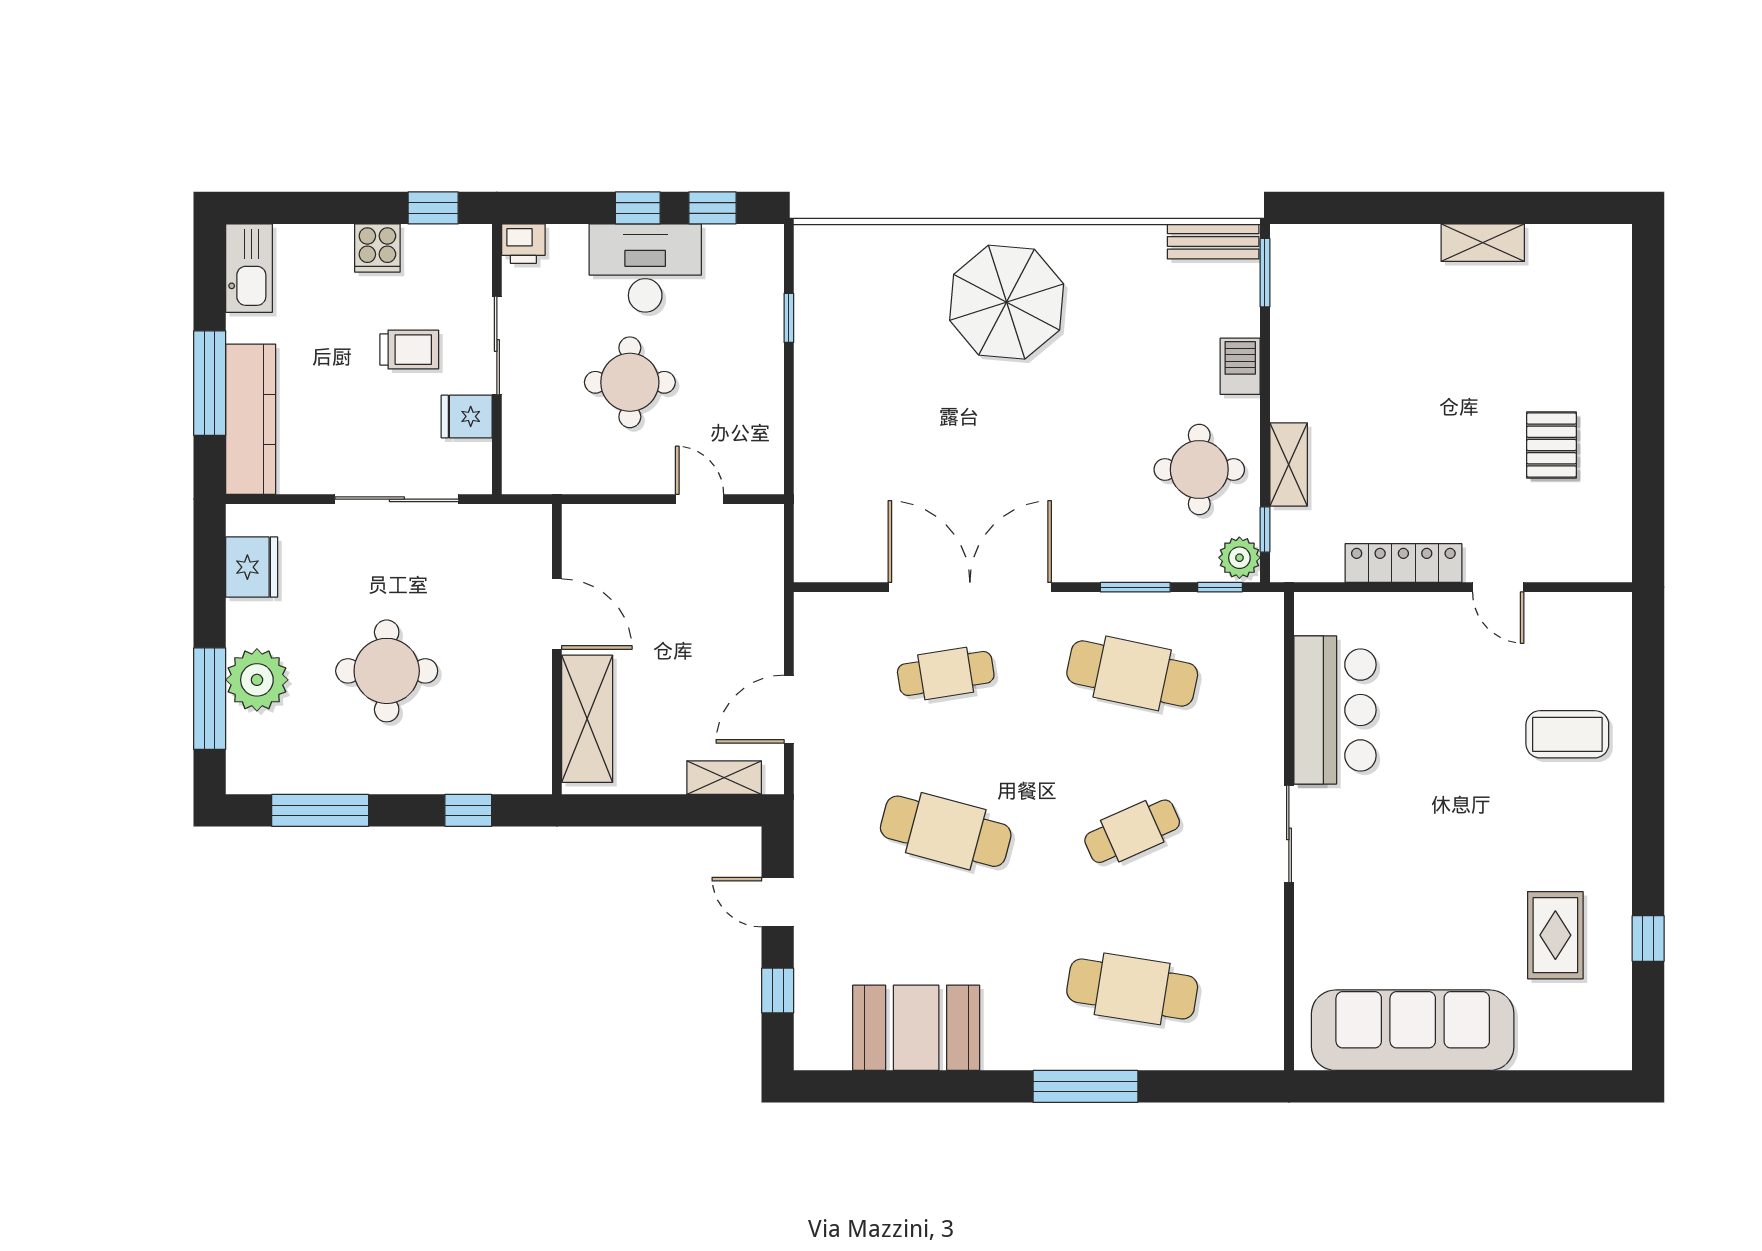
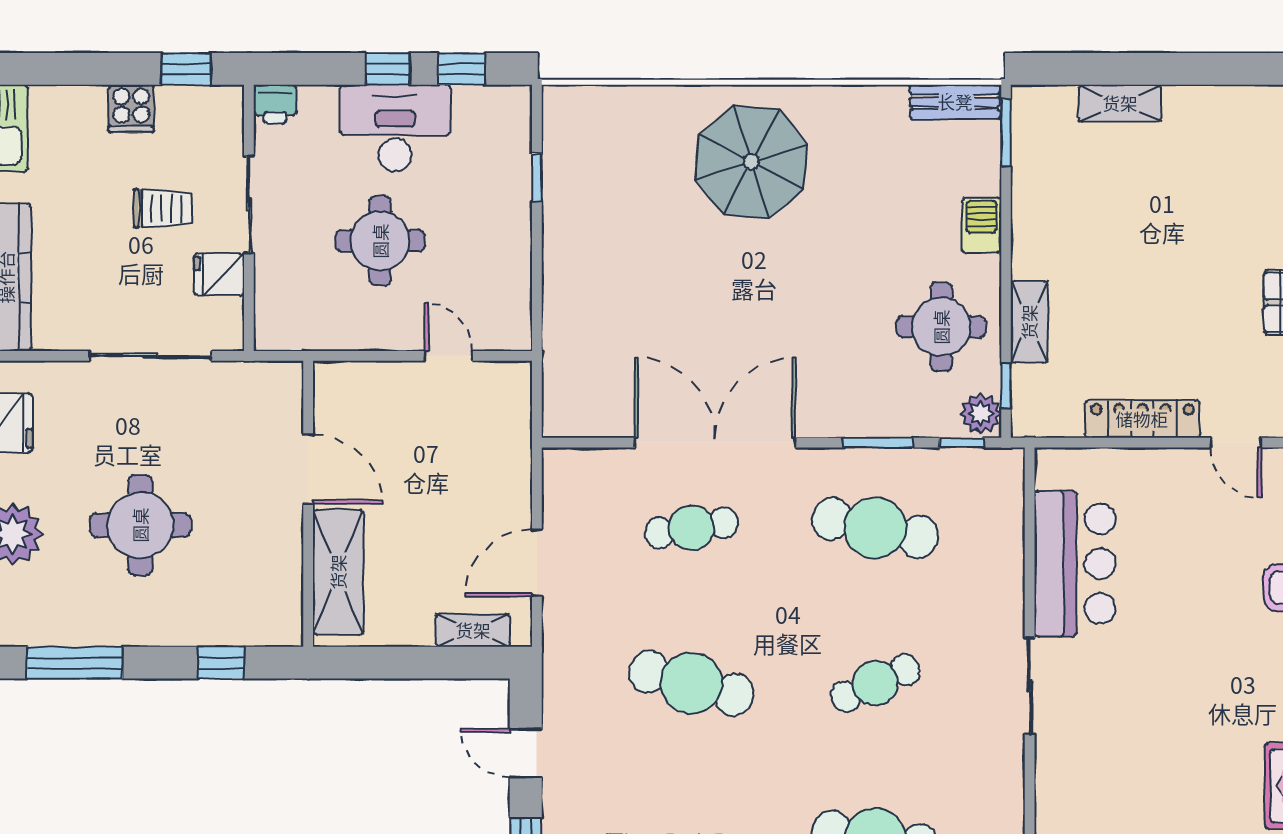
shelving: (1483, 243) -> (1120, 103), moved

